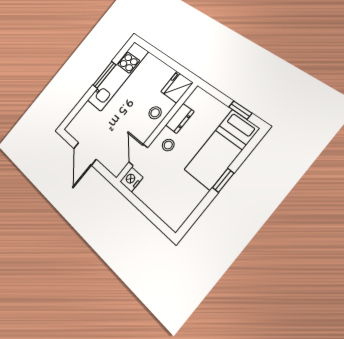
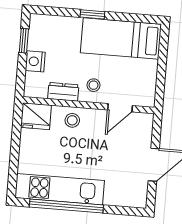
window: (104, 75) -> (66, 206), width x2.11
bed: (221, 149) -> (121, 38), moved, turned 180
nightstand: (131, 179) -> (35, 61), moved, turned 90

